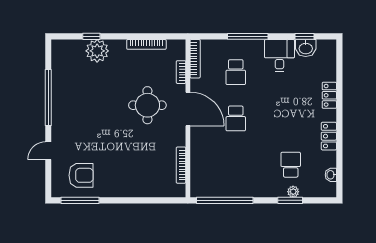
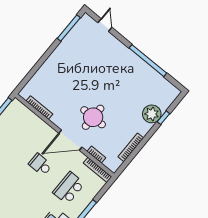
school desk: (236, 72) -> (69, 188), width x1.85
door: (48, 151) -> (105, 25), moved
armchair: (81, 175) -> (84, 41), removed

